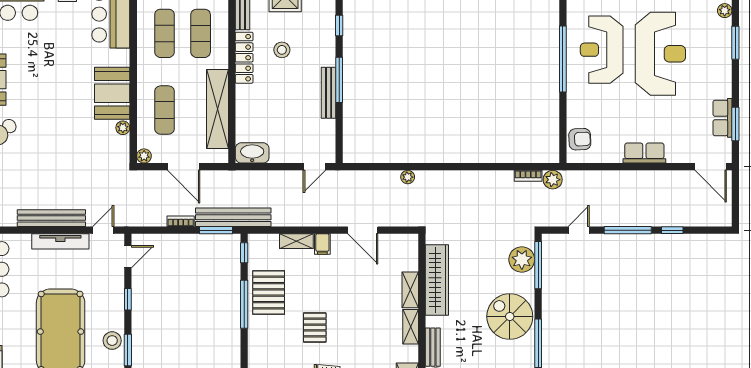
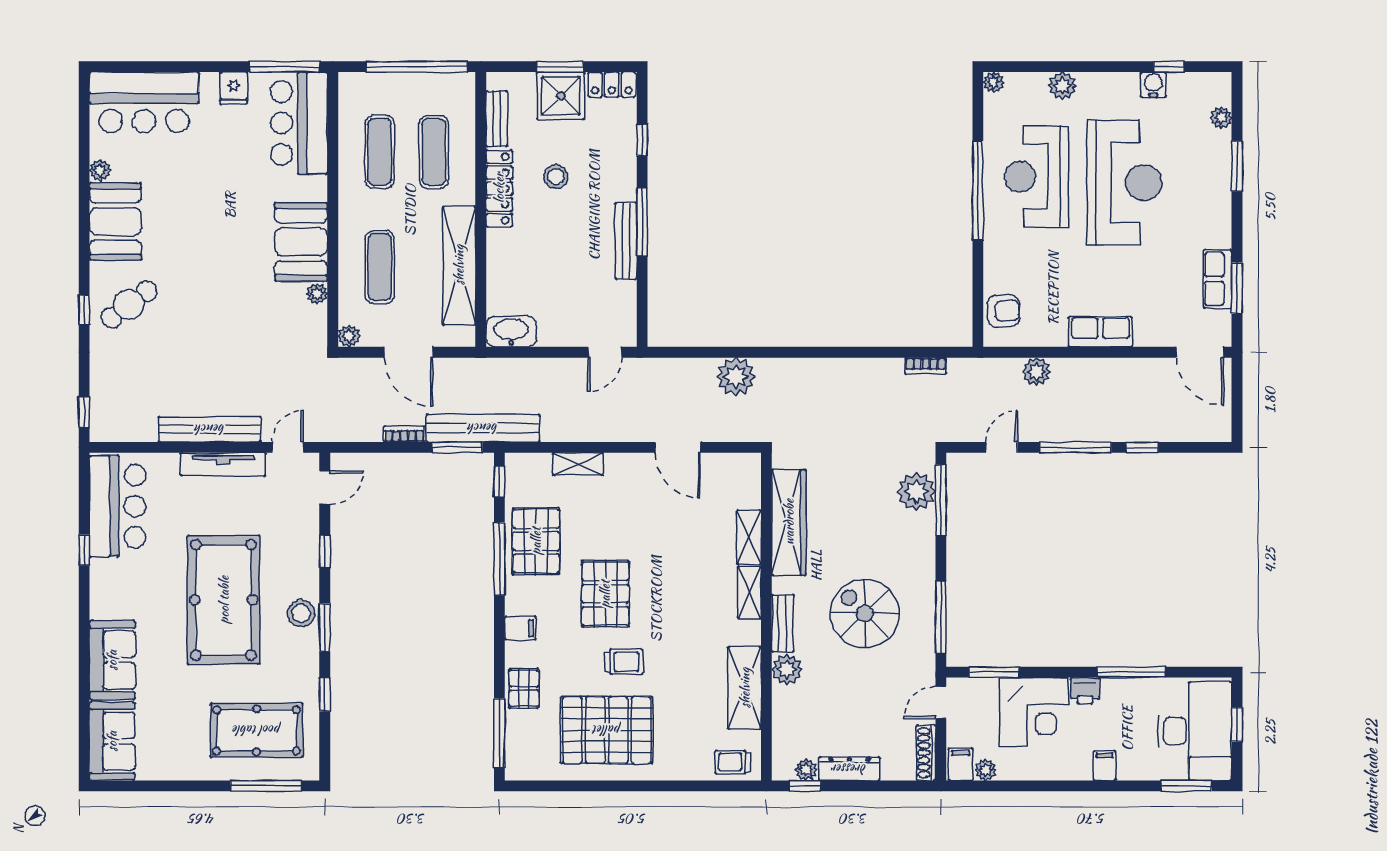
plant: (408, 177) -> (736, 377), width x1.88, depth x1.88
plant: (553, 180) -> (1037, 372), moved
filing cabinet: (322, 244) -> (520, 628), moved, turned -90
spiral stairs: (510, 317) -> (865, 613), moved
pallet: (315, 327) -> (605, 594), width x1.50, depth x1.42

